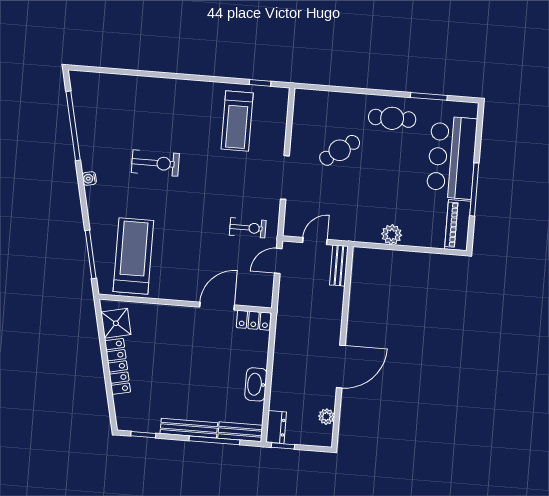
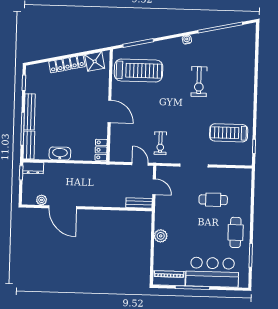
cafe table: (340, 150) -> (213, 200), turned -54
door: (217, 306) -> (109, 111), moved
door: (341, 367) -> (63, 207), moved

